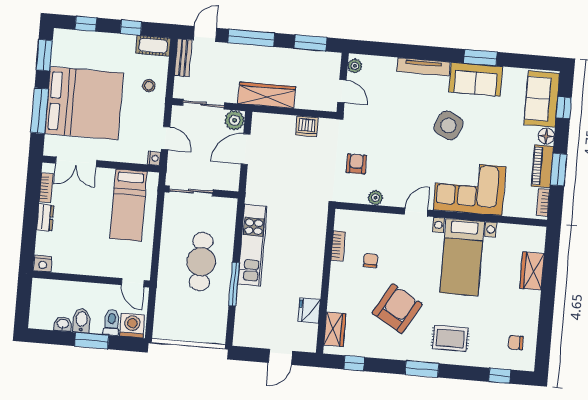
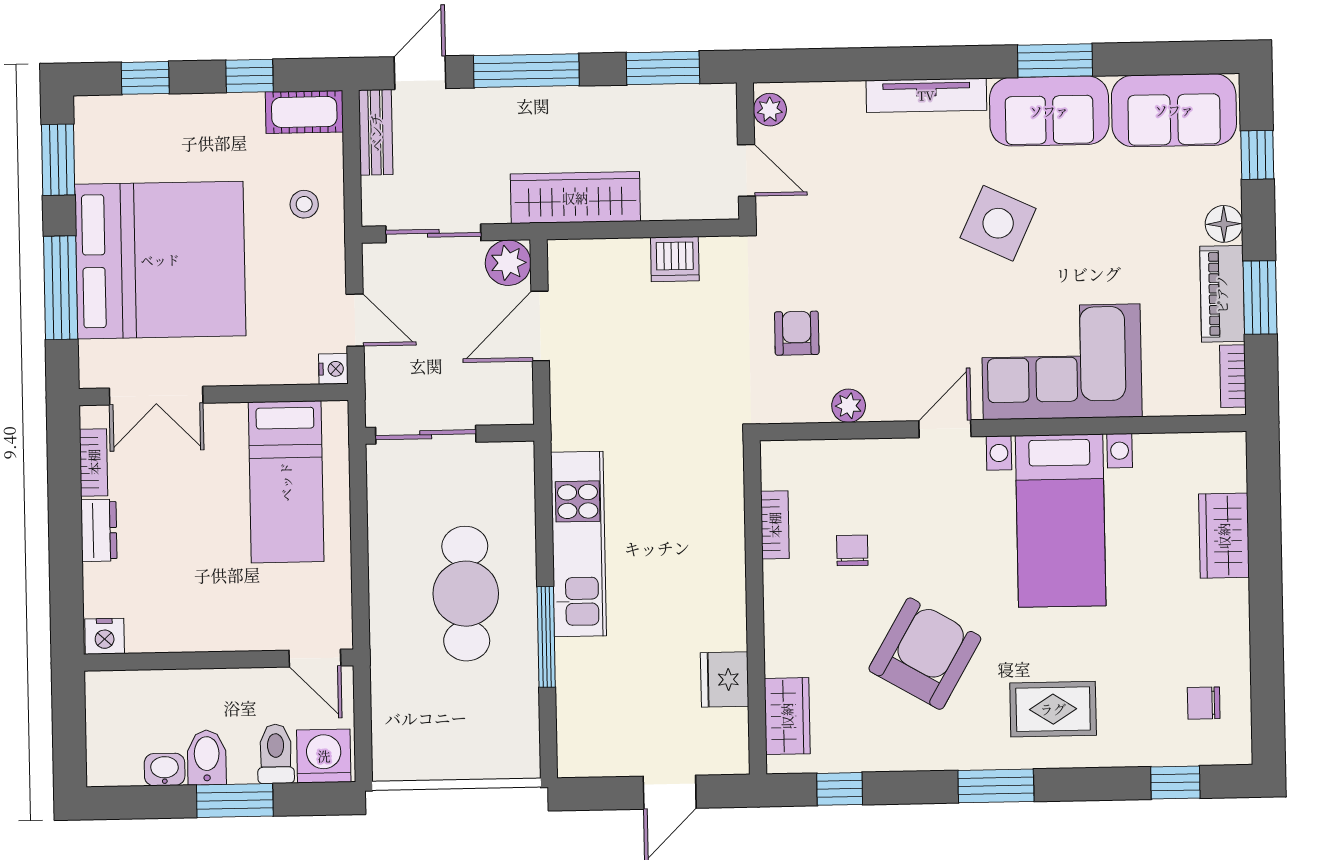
sofa: (542, 99) -> (1174, 110), moved, turned -90

